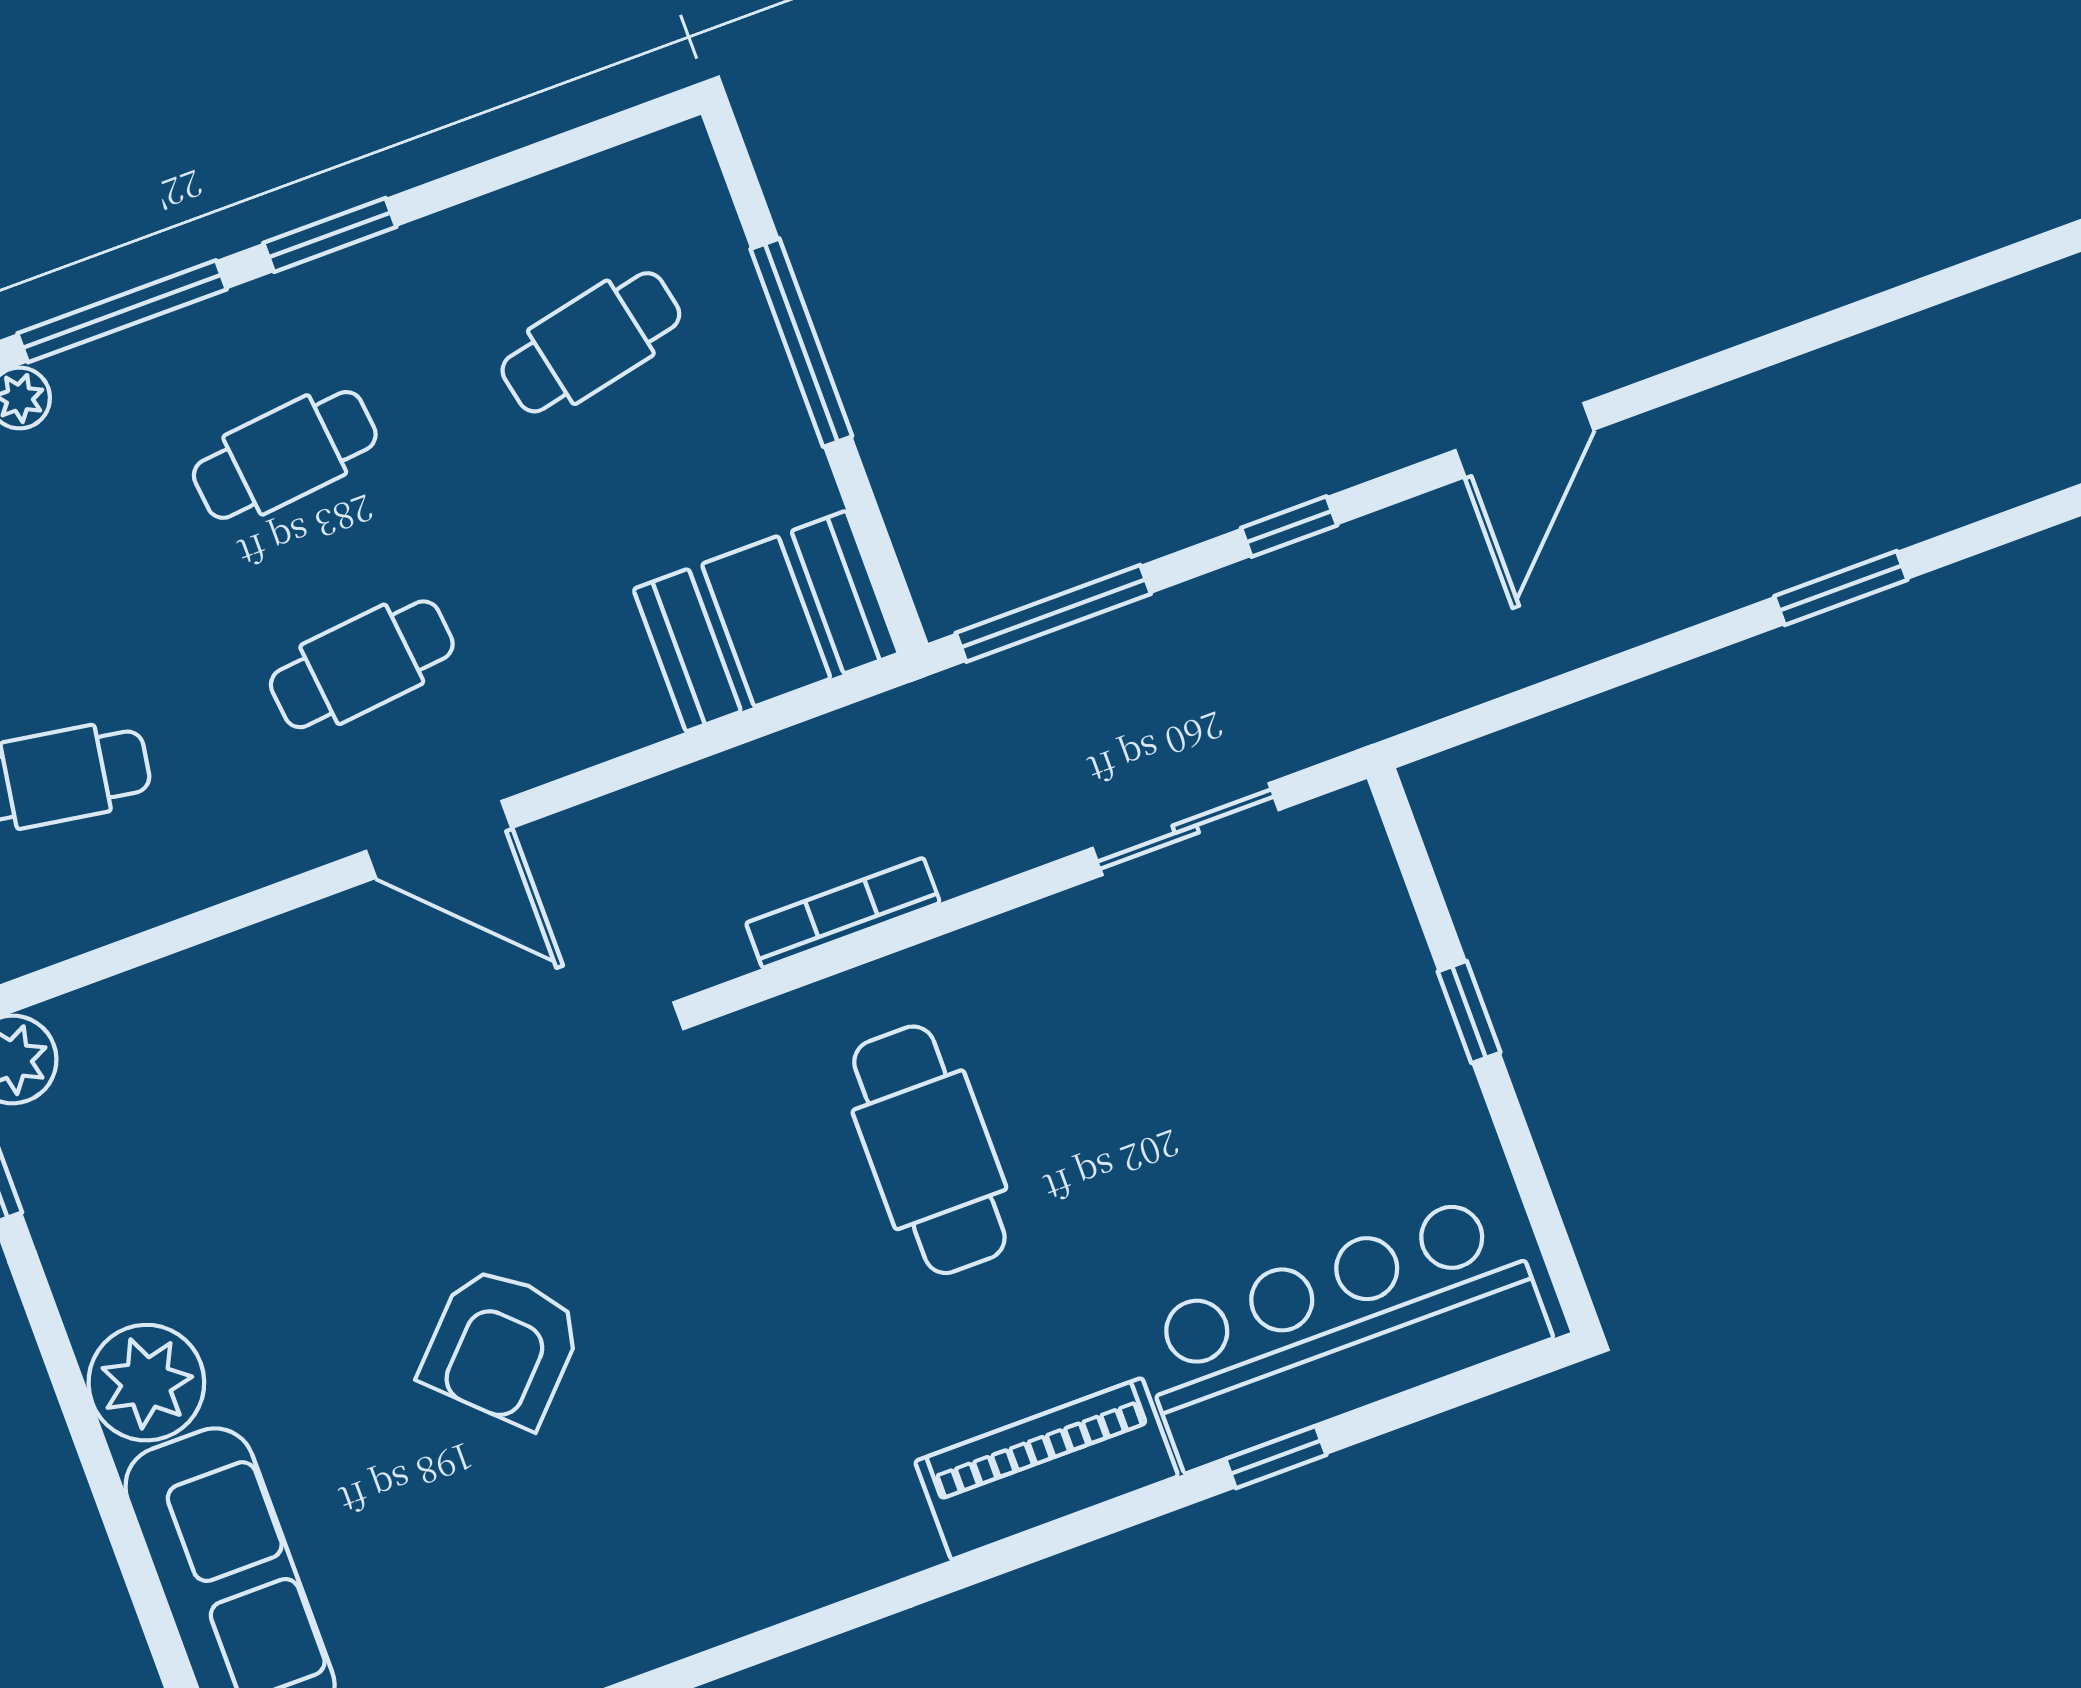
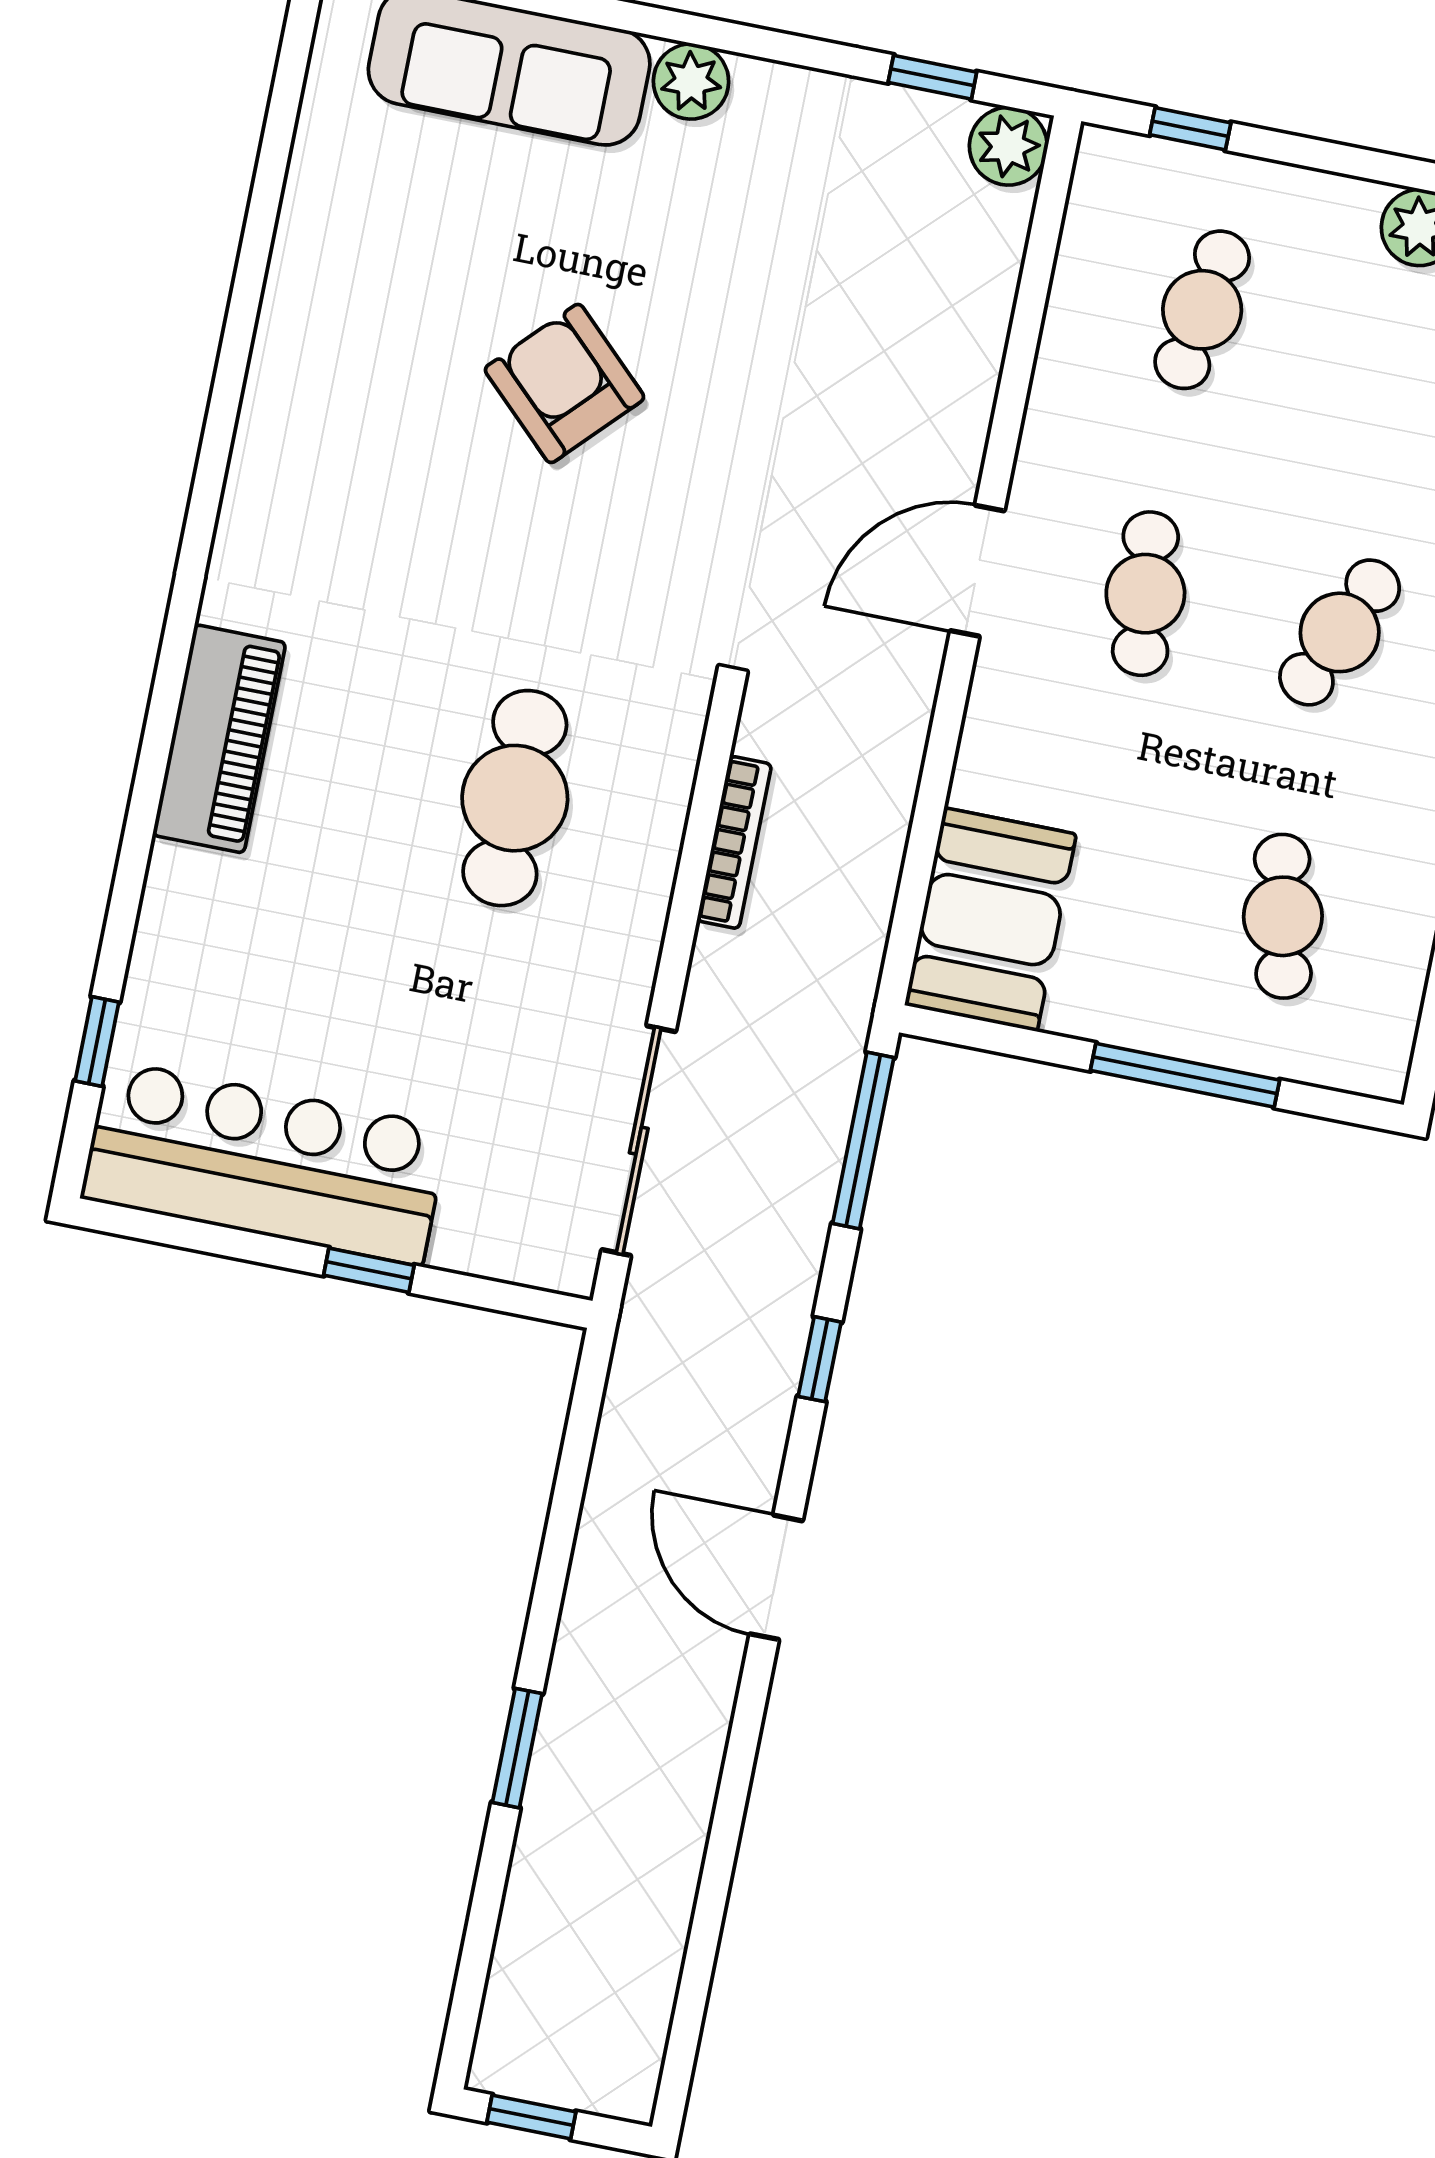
cafe table: (285, 455) -> (1340, 632), turned 30
sliding door: (1186, 829) -> (639, 1141), width x1.37
cafe table: (929, 1150) -> (515, 798), turned 90
bar counter: (1341, 1331) -> (265, 1163), moved, turned -90
plant: (146, 1383) -> (691, 81), width x0.73, depth x0.73
window: (1276, 1457) -> (97, 1042), moved

